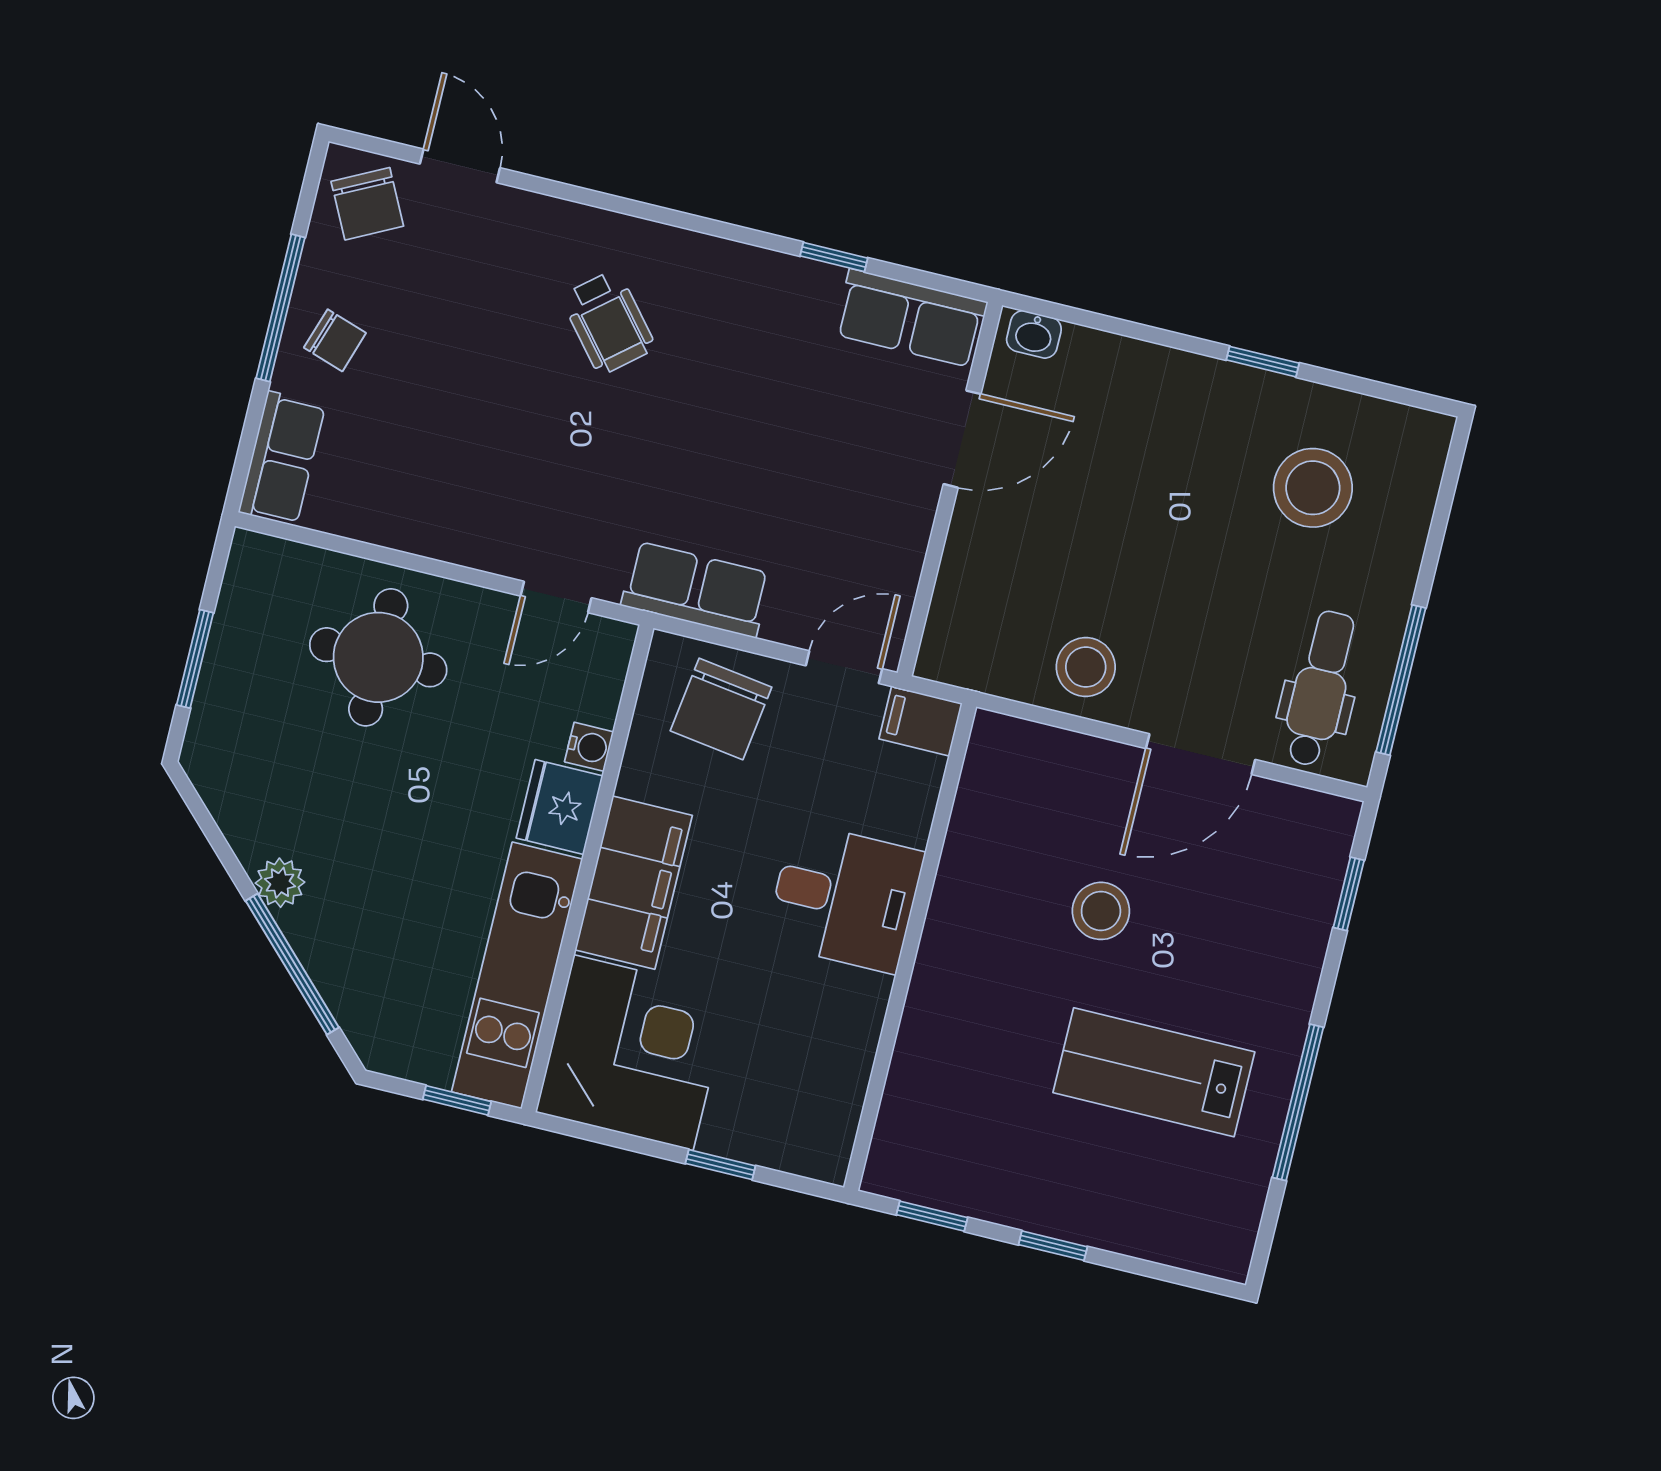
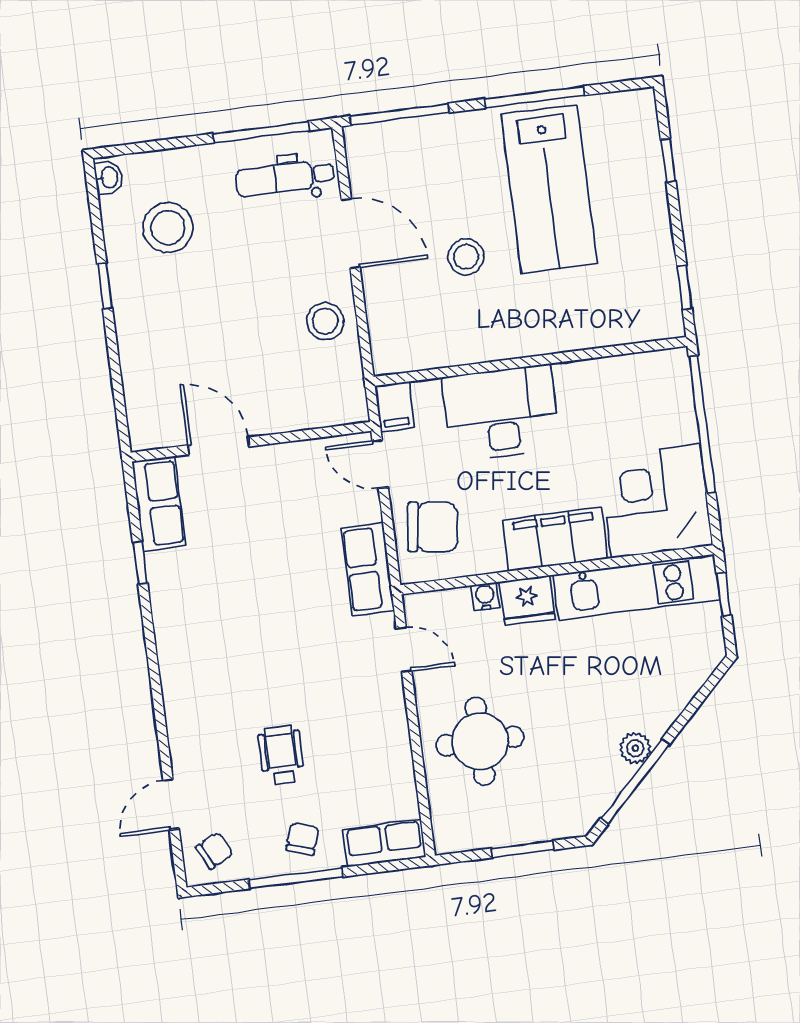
chair: (367, 204) -> (215, 850), width x0.73, depth x0.73
wheelchair: (608, 322) -> (281, 755), moved, turned -50
washbasin: (1034, 334) -> (109, 177), moved
window: (1349, 894) -> (400, 114), width x2.17
desk: (845, 898) -> (501, 413), width x1.37
window: (292, 964) -> (635, 782), moved
lab bench: (1154, 1072) -> (549, 189), width x1.36, depth x1.39
window: (720, 1165) -> (702, 424), width x3.17
window: (1053, 1246) -> (668, 161), moved

